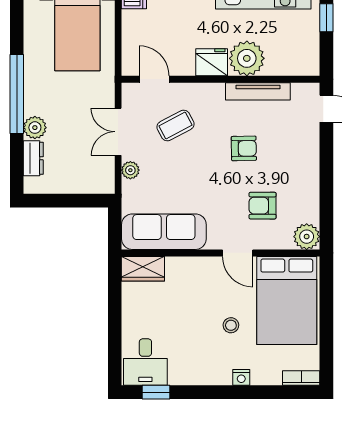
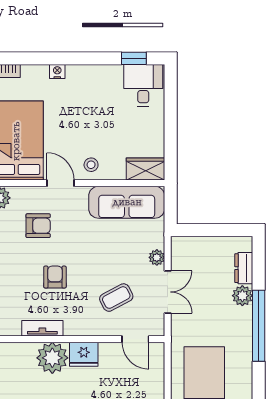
tv unit: (258, 91) -> (42, 328), width x0.71
armchair: (244, 148) -> (55, 277), turned 91
stool: (231, 325) -> (91, 165), moved

